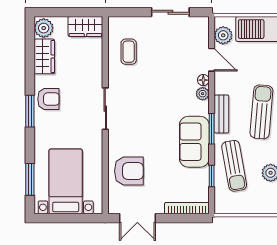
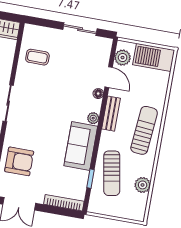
coffee table: (129, 52) -> (37, 57), turned 90
plant: (203, 94) -> (93, 118), moved
bench: (221, 114) -> (111, 114), moved
window: (212, 129) -> (98, 137), removed

